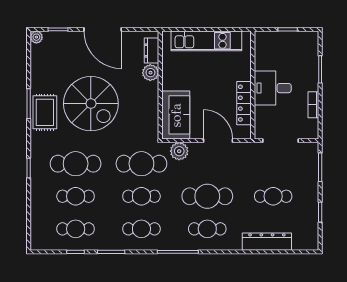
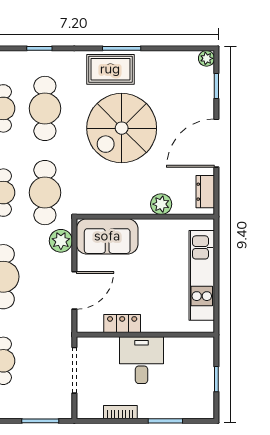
dresser: (152, 51) -> (205, 192), moved, turned -90
locker: (244, 103) -> (122, 323), width x0.66

